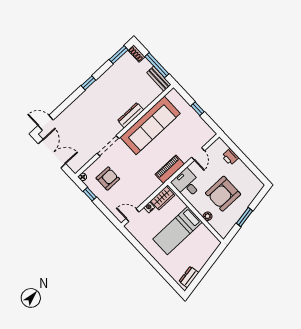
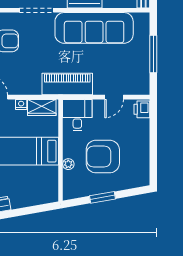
window: (198, 109) -> (153, 54), width x2.17
printer: (230, 157) -> (142, 109), moved
piano: (170, 169) -> (67, 84), width x1.37, depth x1.33

